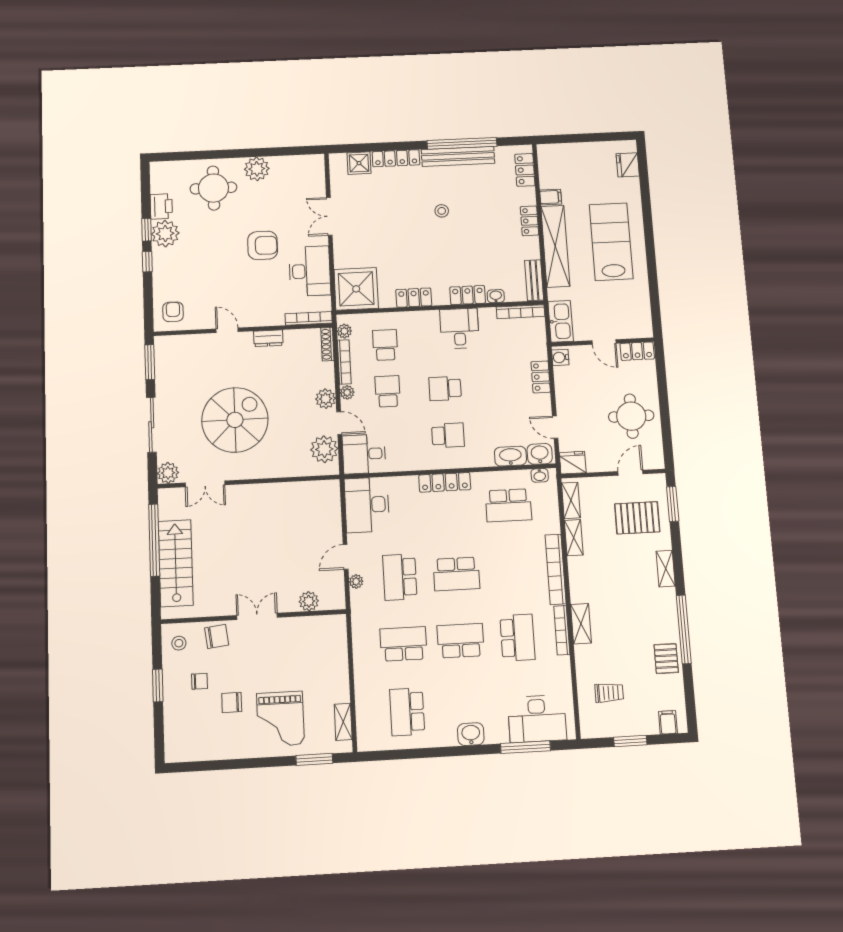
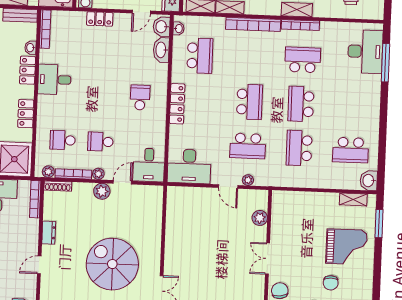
school desk: (445, 388) -> (102, 96), removed
plant: (324, 449) -> (142, 196), removed
washbasin: (471, 734) -> (369, 181), moved

